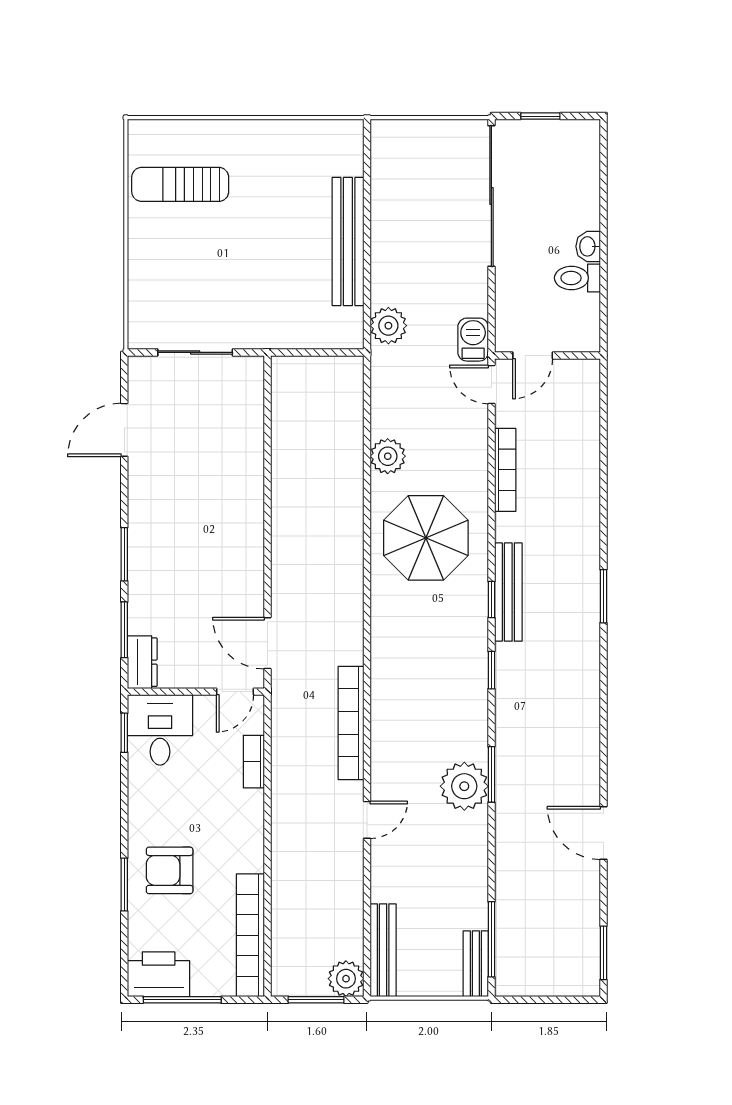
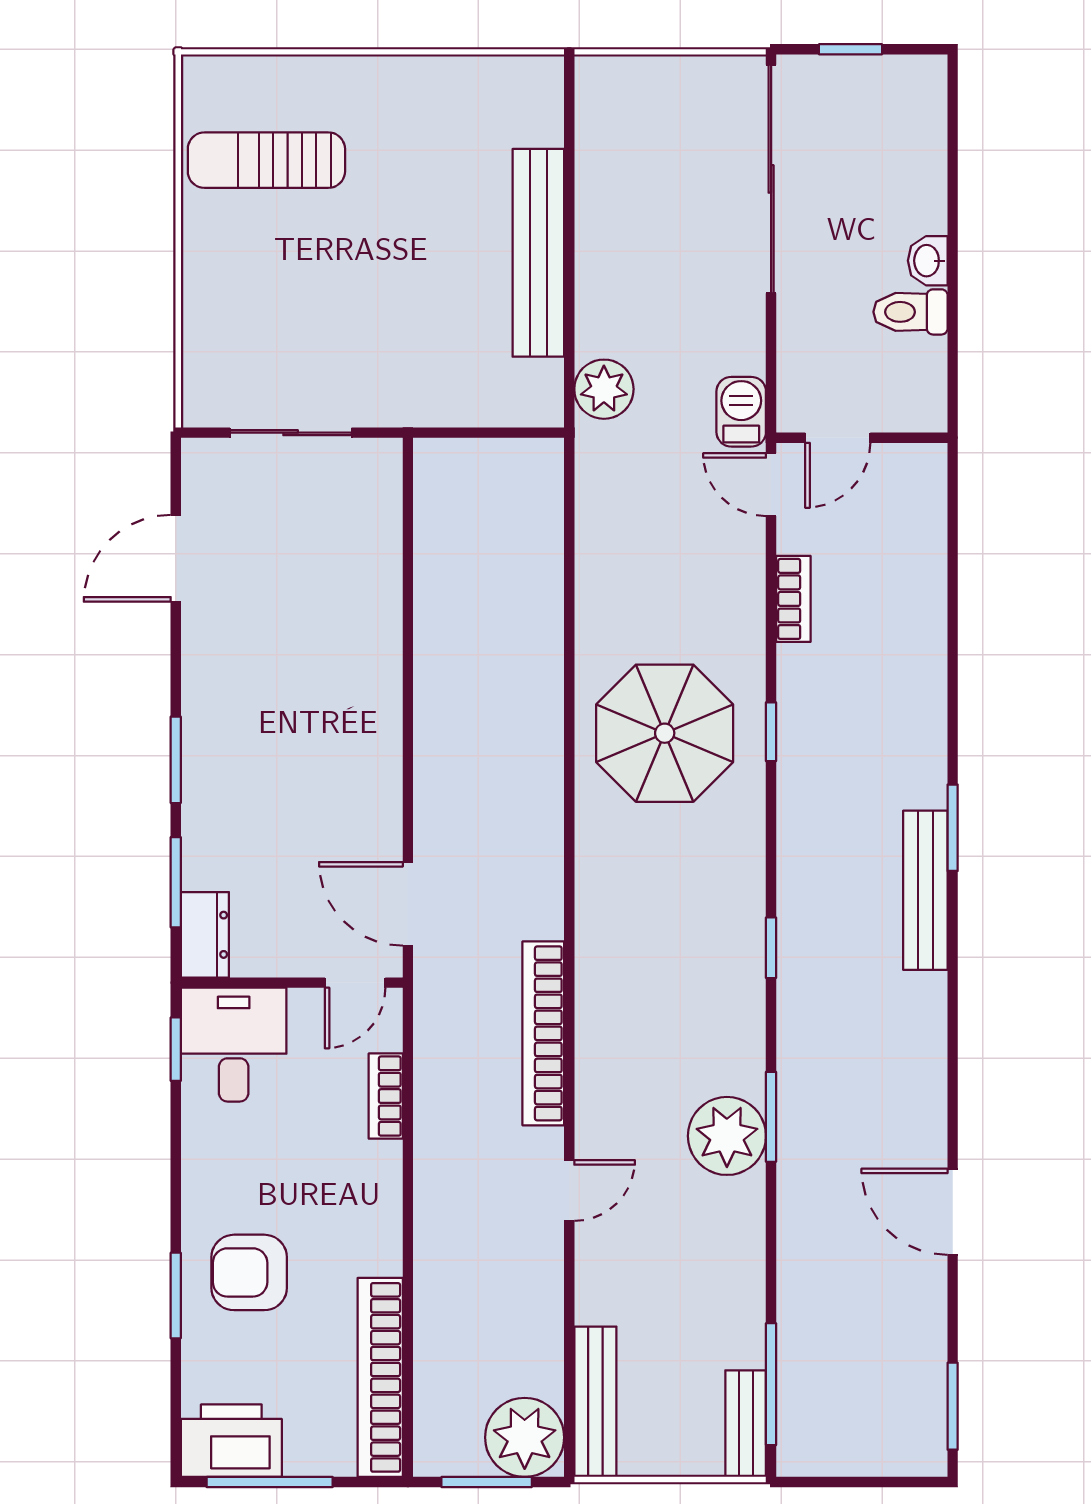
plant: (388, 456) -> (603, 601), removed
bookcase: (505, 470) -> (793, 599), width x0.64
bench: (508, 592) -> (925, 890), moved
window: (491, 600) -> (771, 732), moved
plant: (346, 979) -> (525, 1437), width x1.36, depth x1.36

